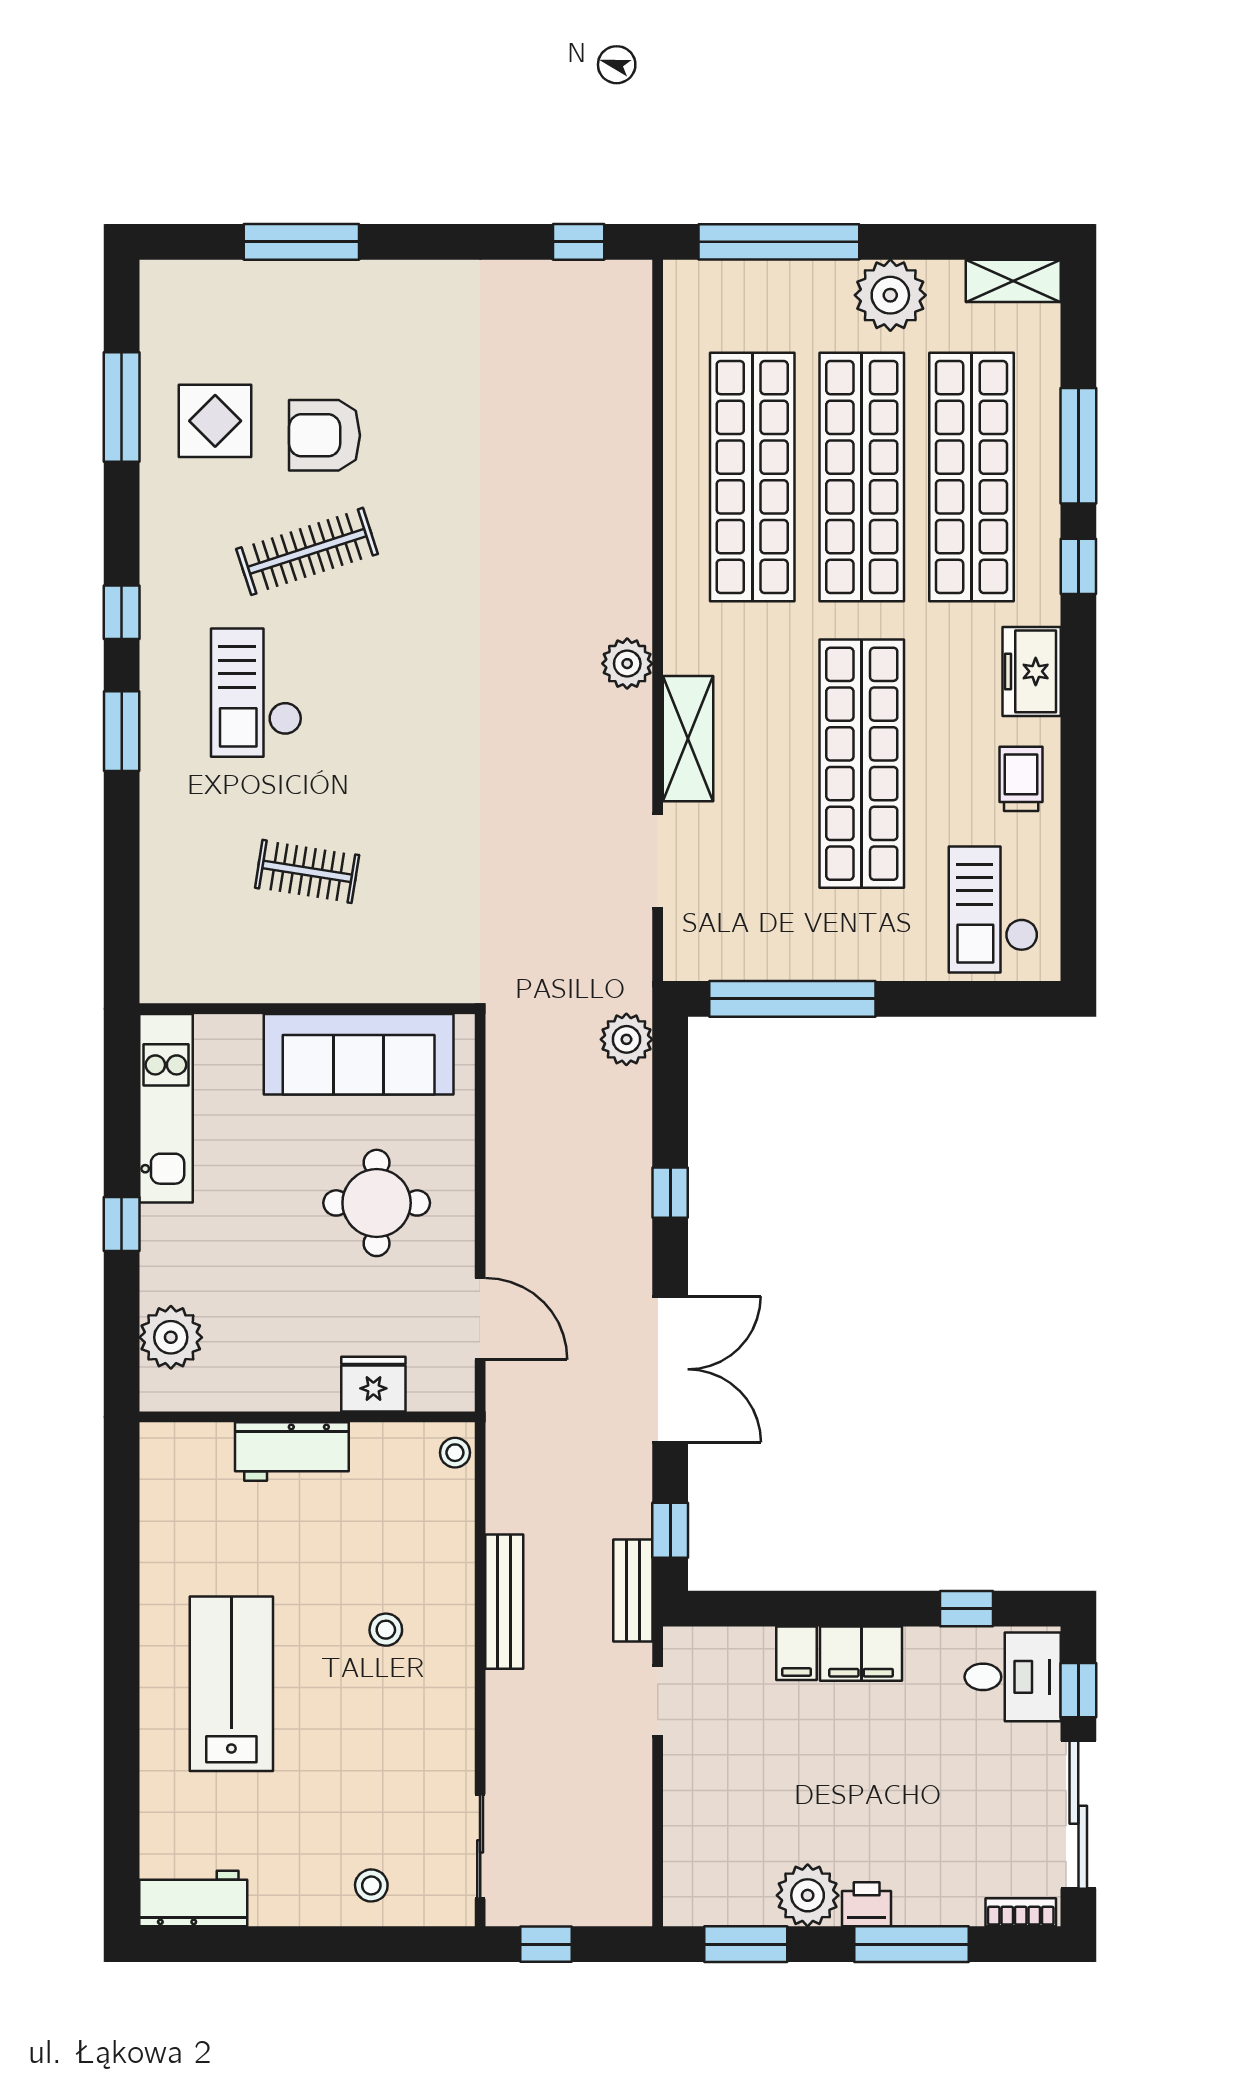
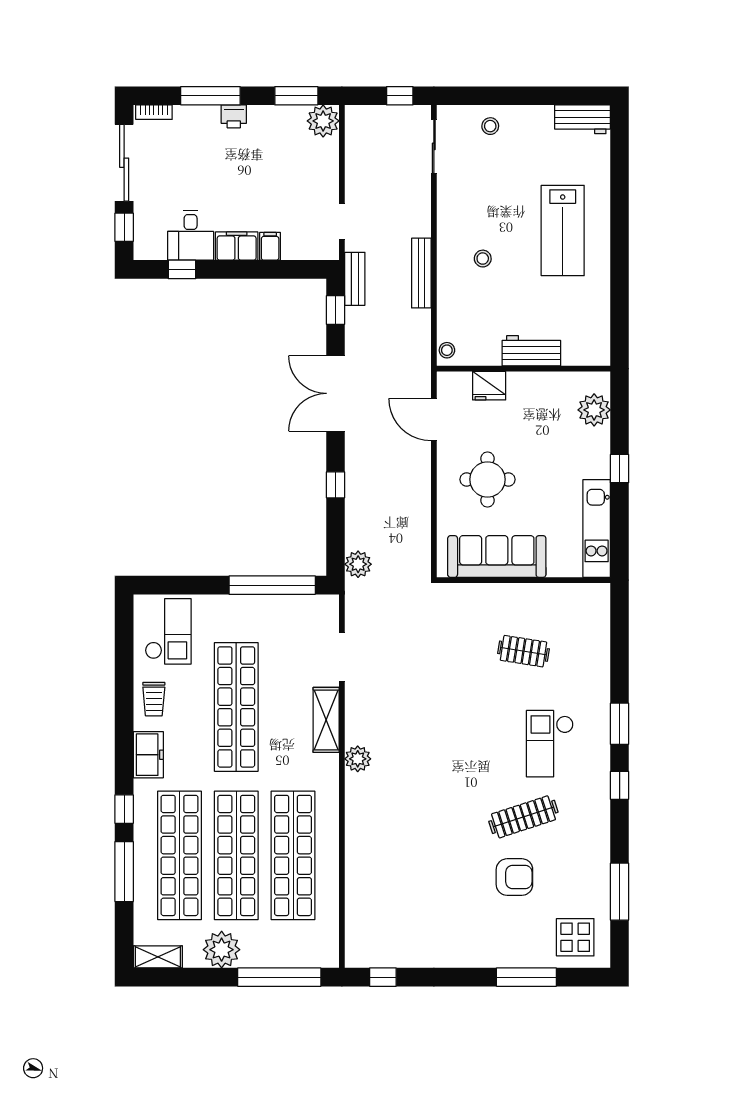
display table: (215, 421) -> (575, 937), moved
checkout: (256, 693) -> (550, 744), turned 180
desk: (1013, 1677) -> (191, 235), moved, turned -90
plant: (808, 1895) -> (323, 121), moved

